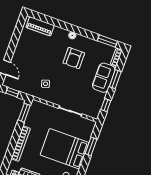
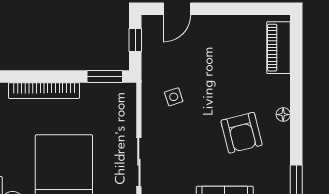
armchair: (74, 58) -> (242, 133), turned -104

